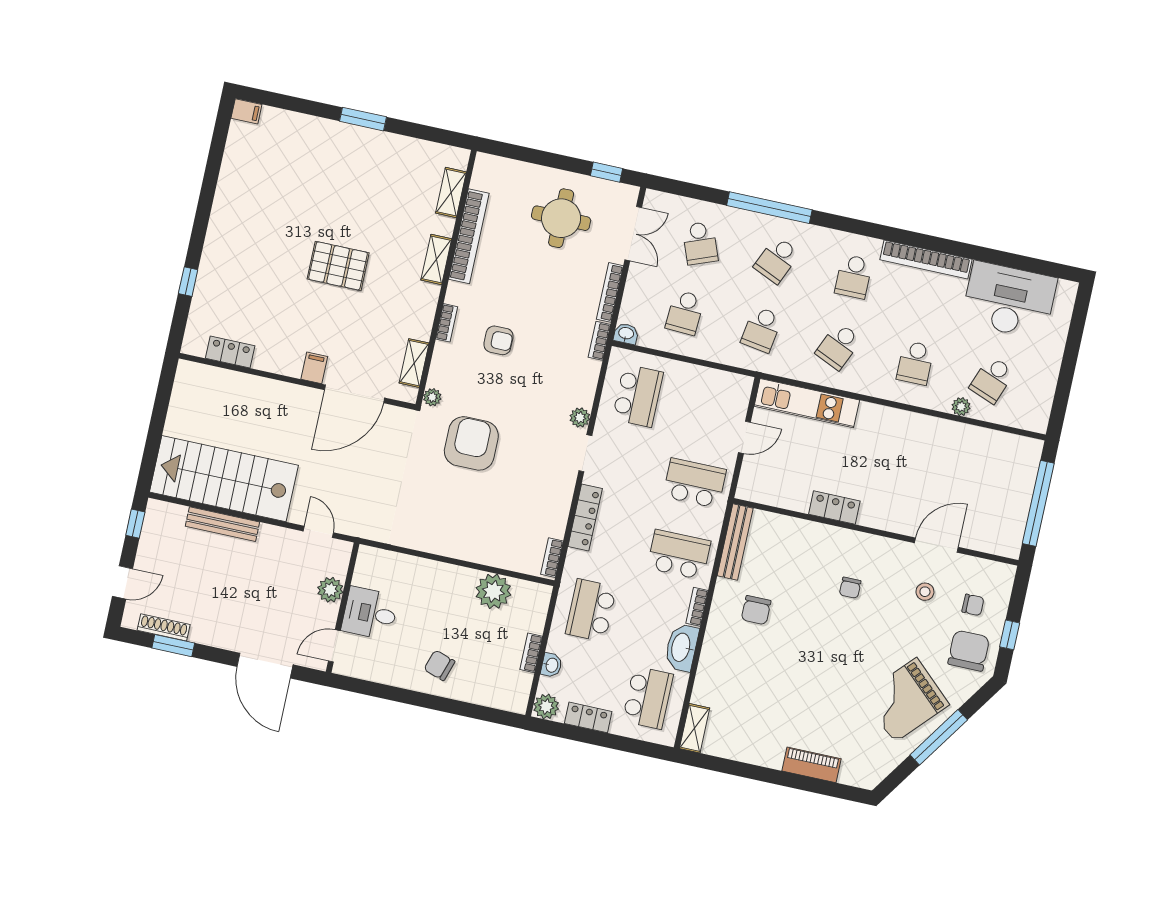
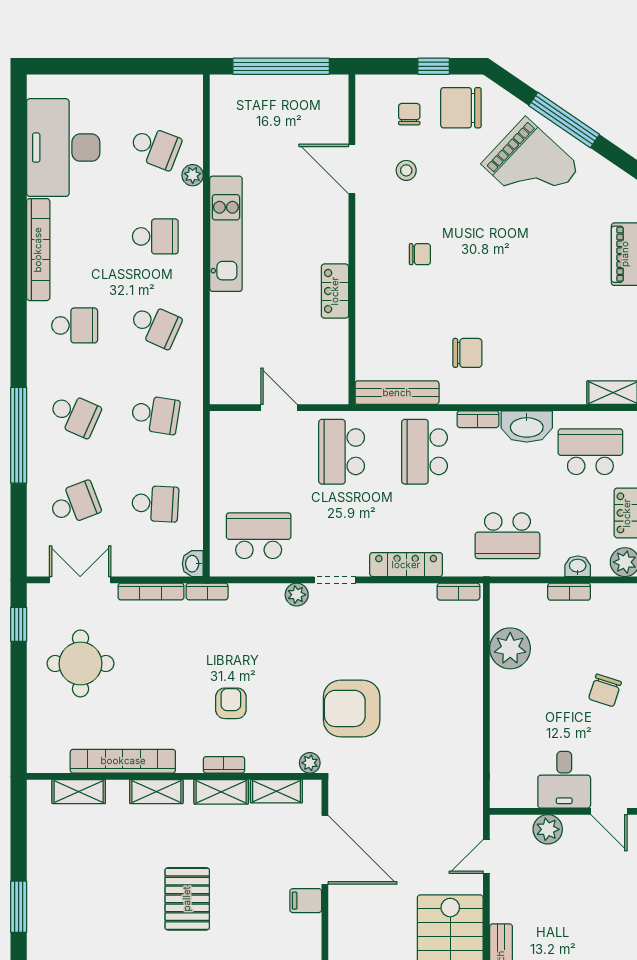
shelving: (424, 315) -> (221, 792), added
kitchen unit: (807, 403) -> (226, 234), moved

